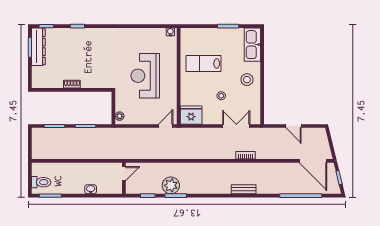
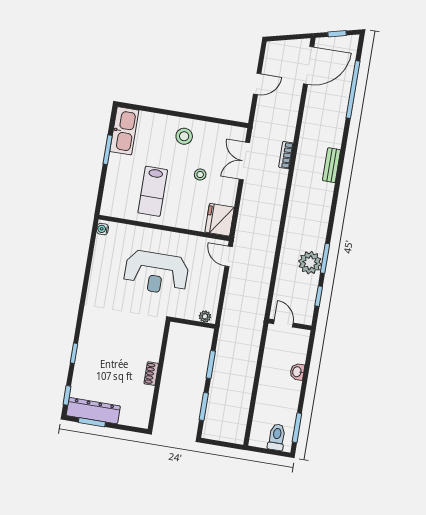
kitchen sink: (252, 45) -> (124, 131), moved, turned -90

